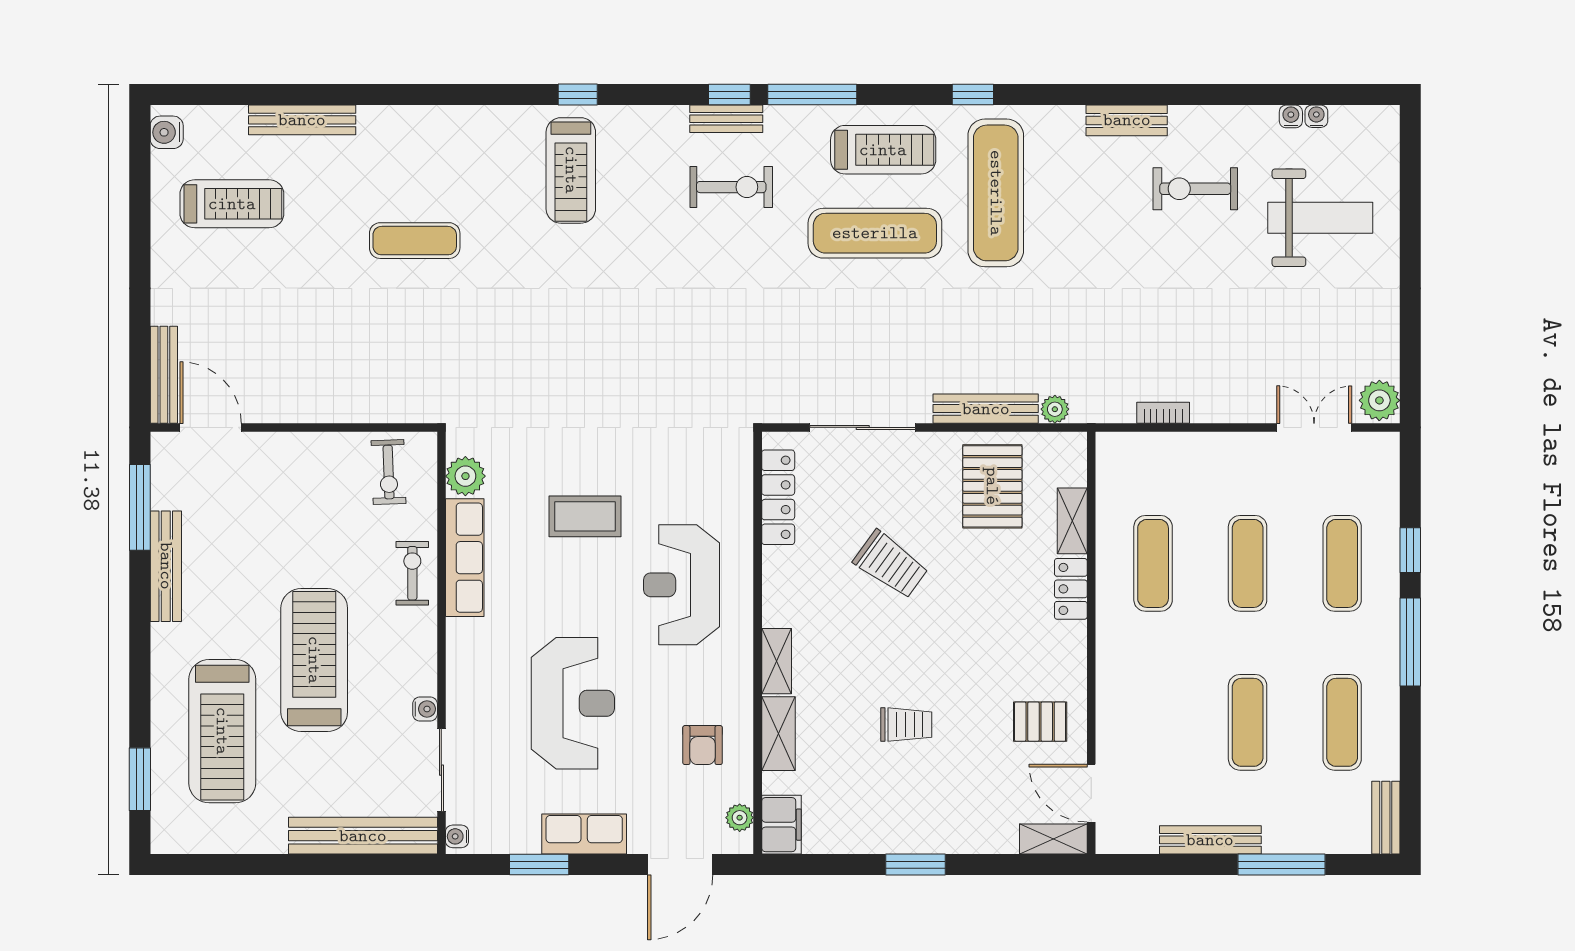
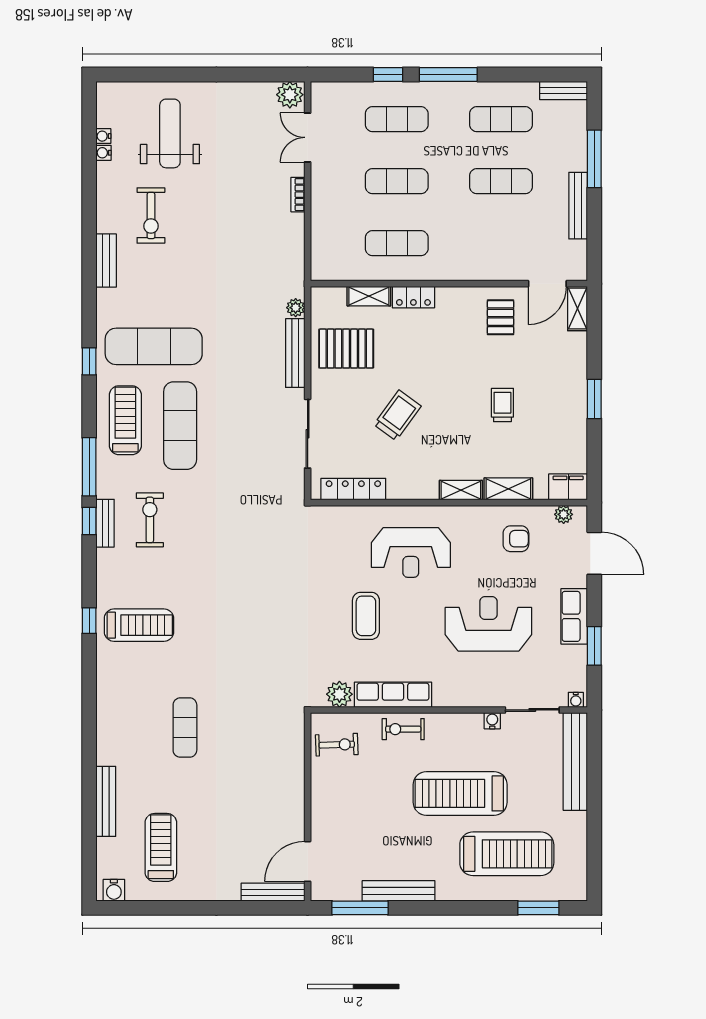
bookcase: (1163, 413) -> (298, 195), moved

